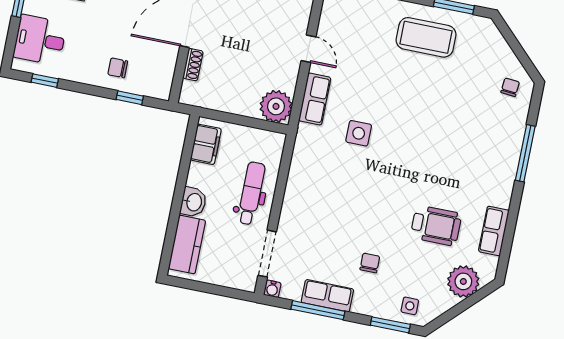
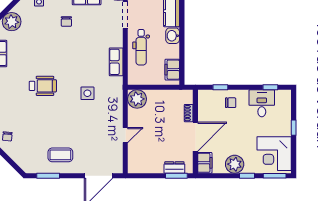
coffee table: (426, 37) -> (60, 155), width x0.73, depth x0.76
desk: (40, 40) -> (262, 103), moved, turned -90
door: (308, 49) -> (125, 135), swing flipped
row of seats: (315, 99) -> (116, 62), moved
wheelchair: (436, 226) -> (43, 86), moved, turned 180

